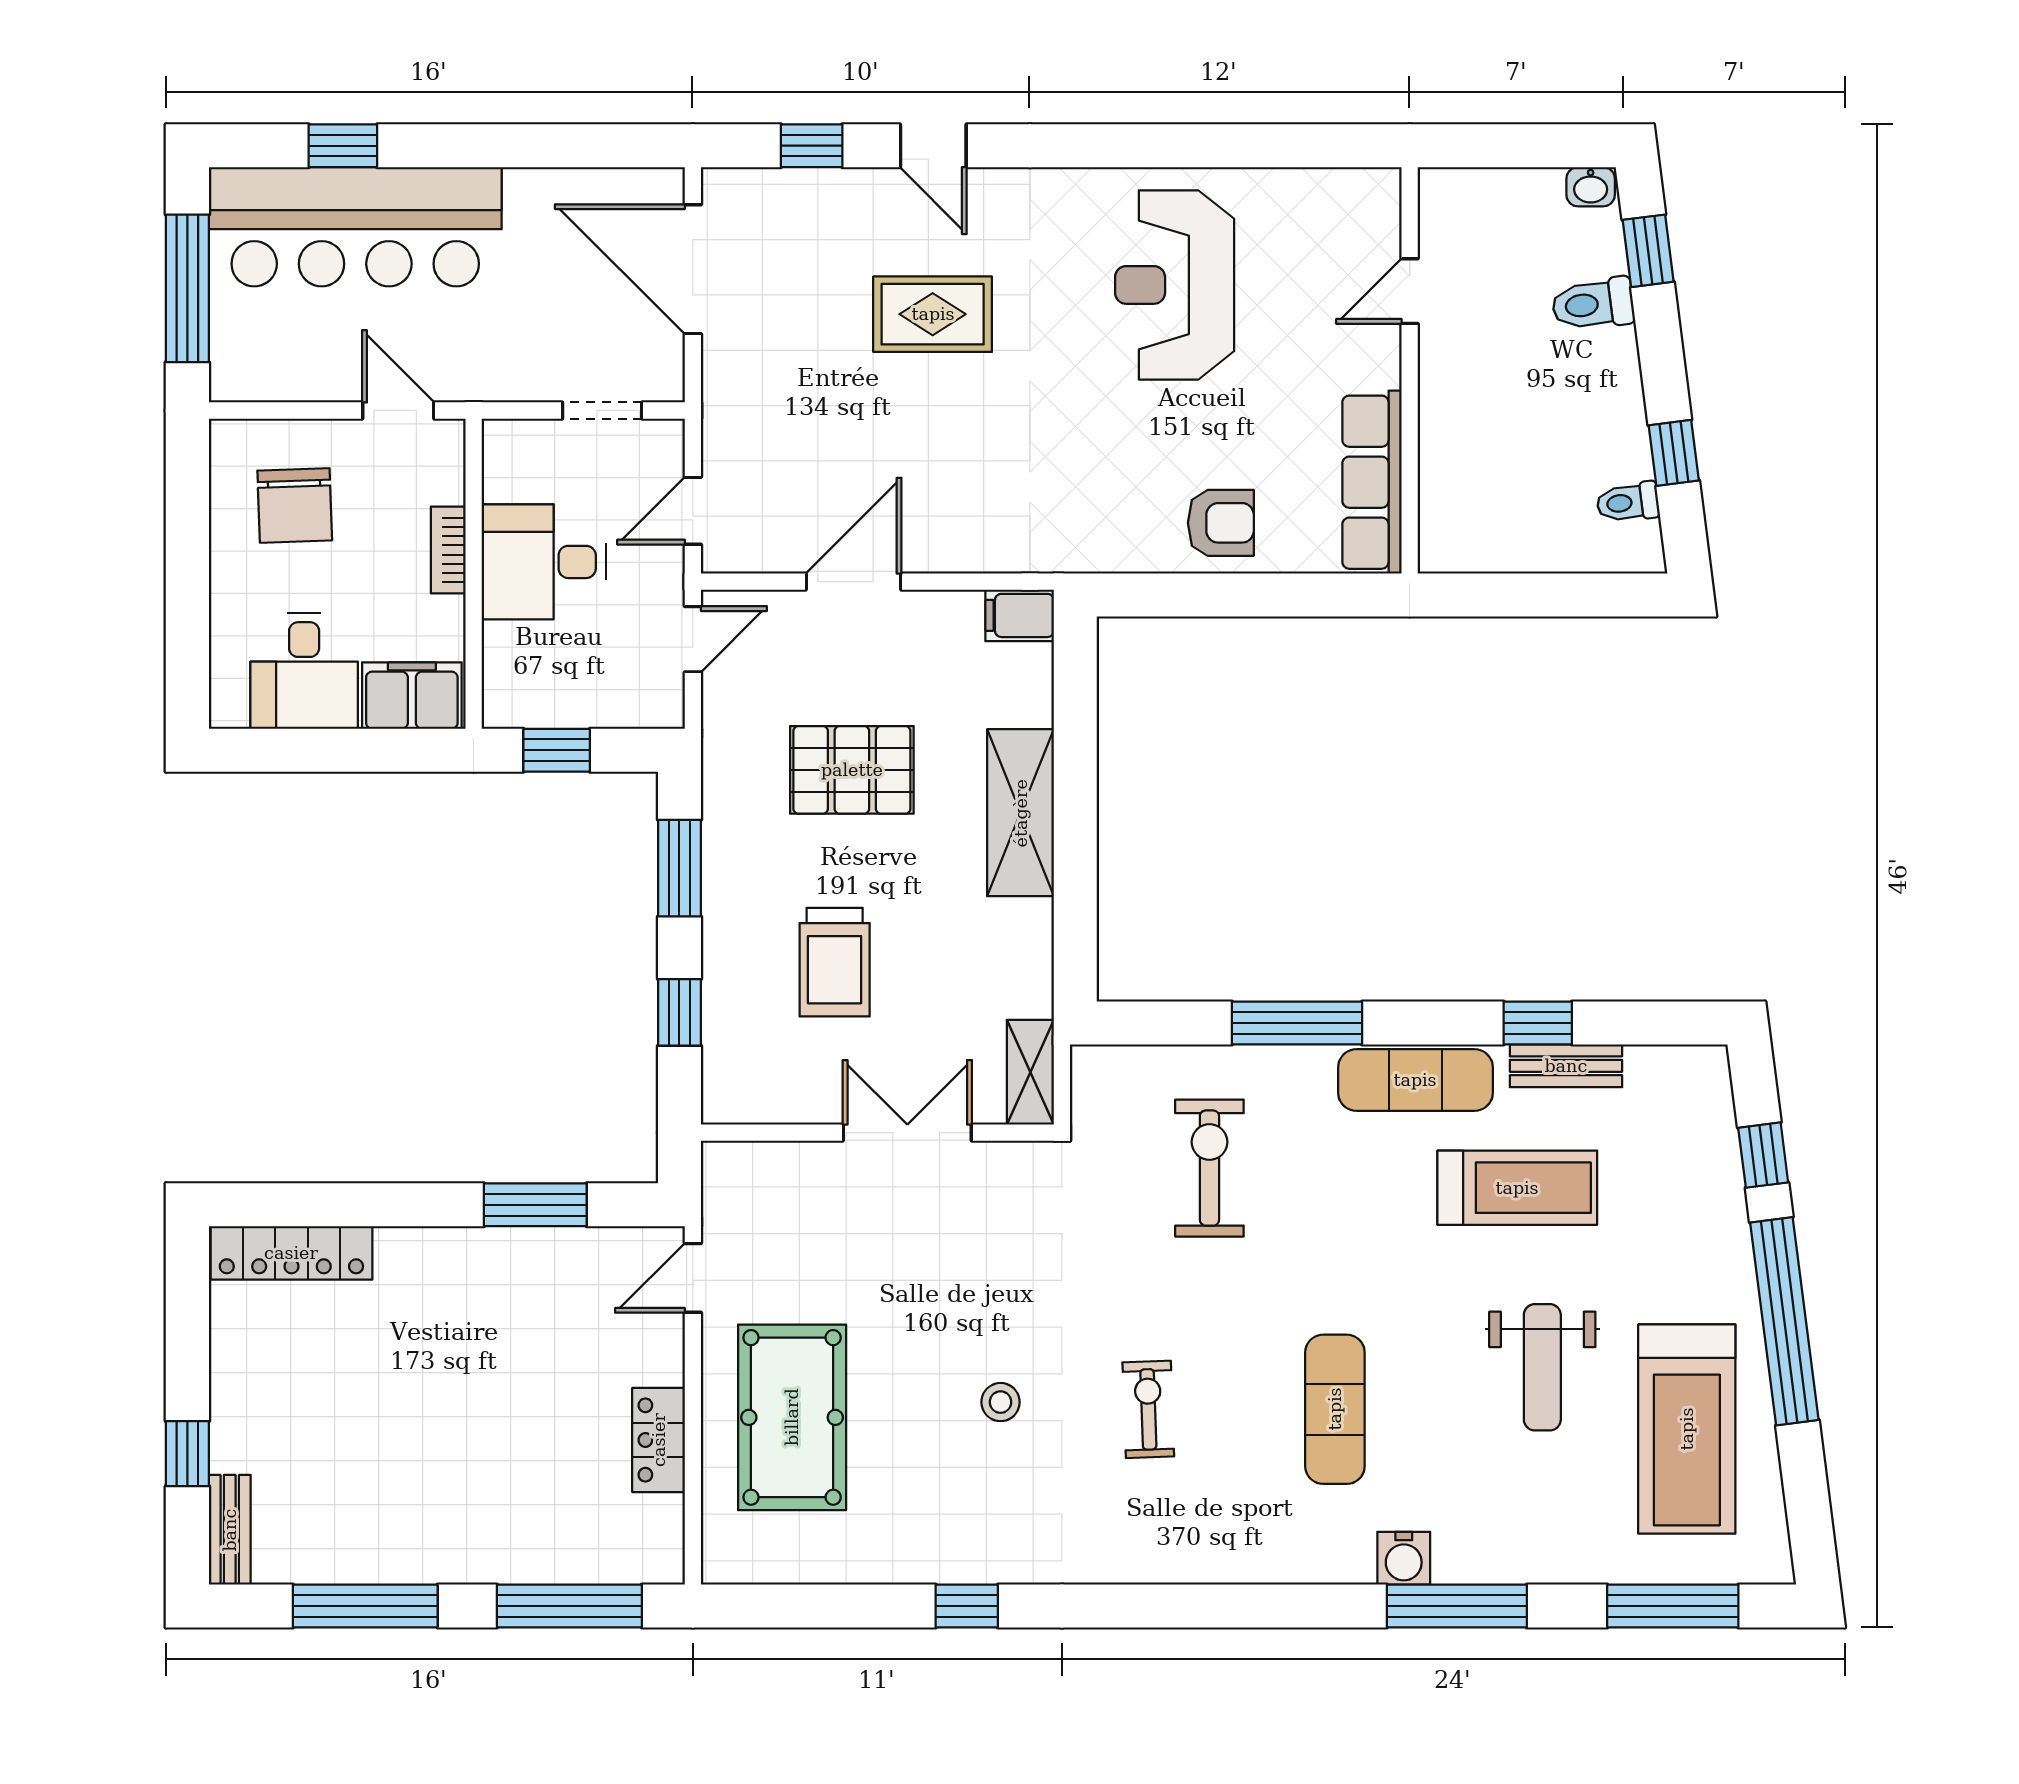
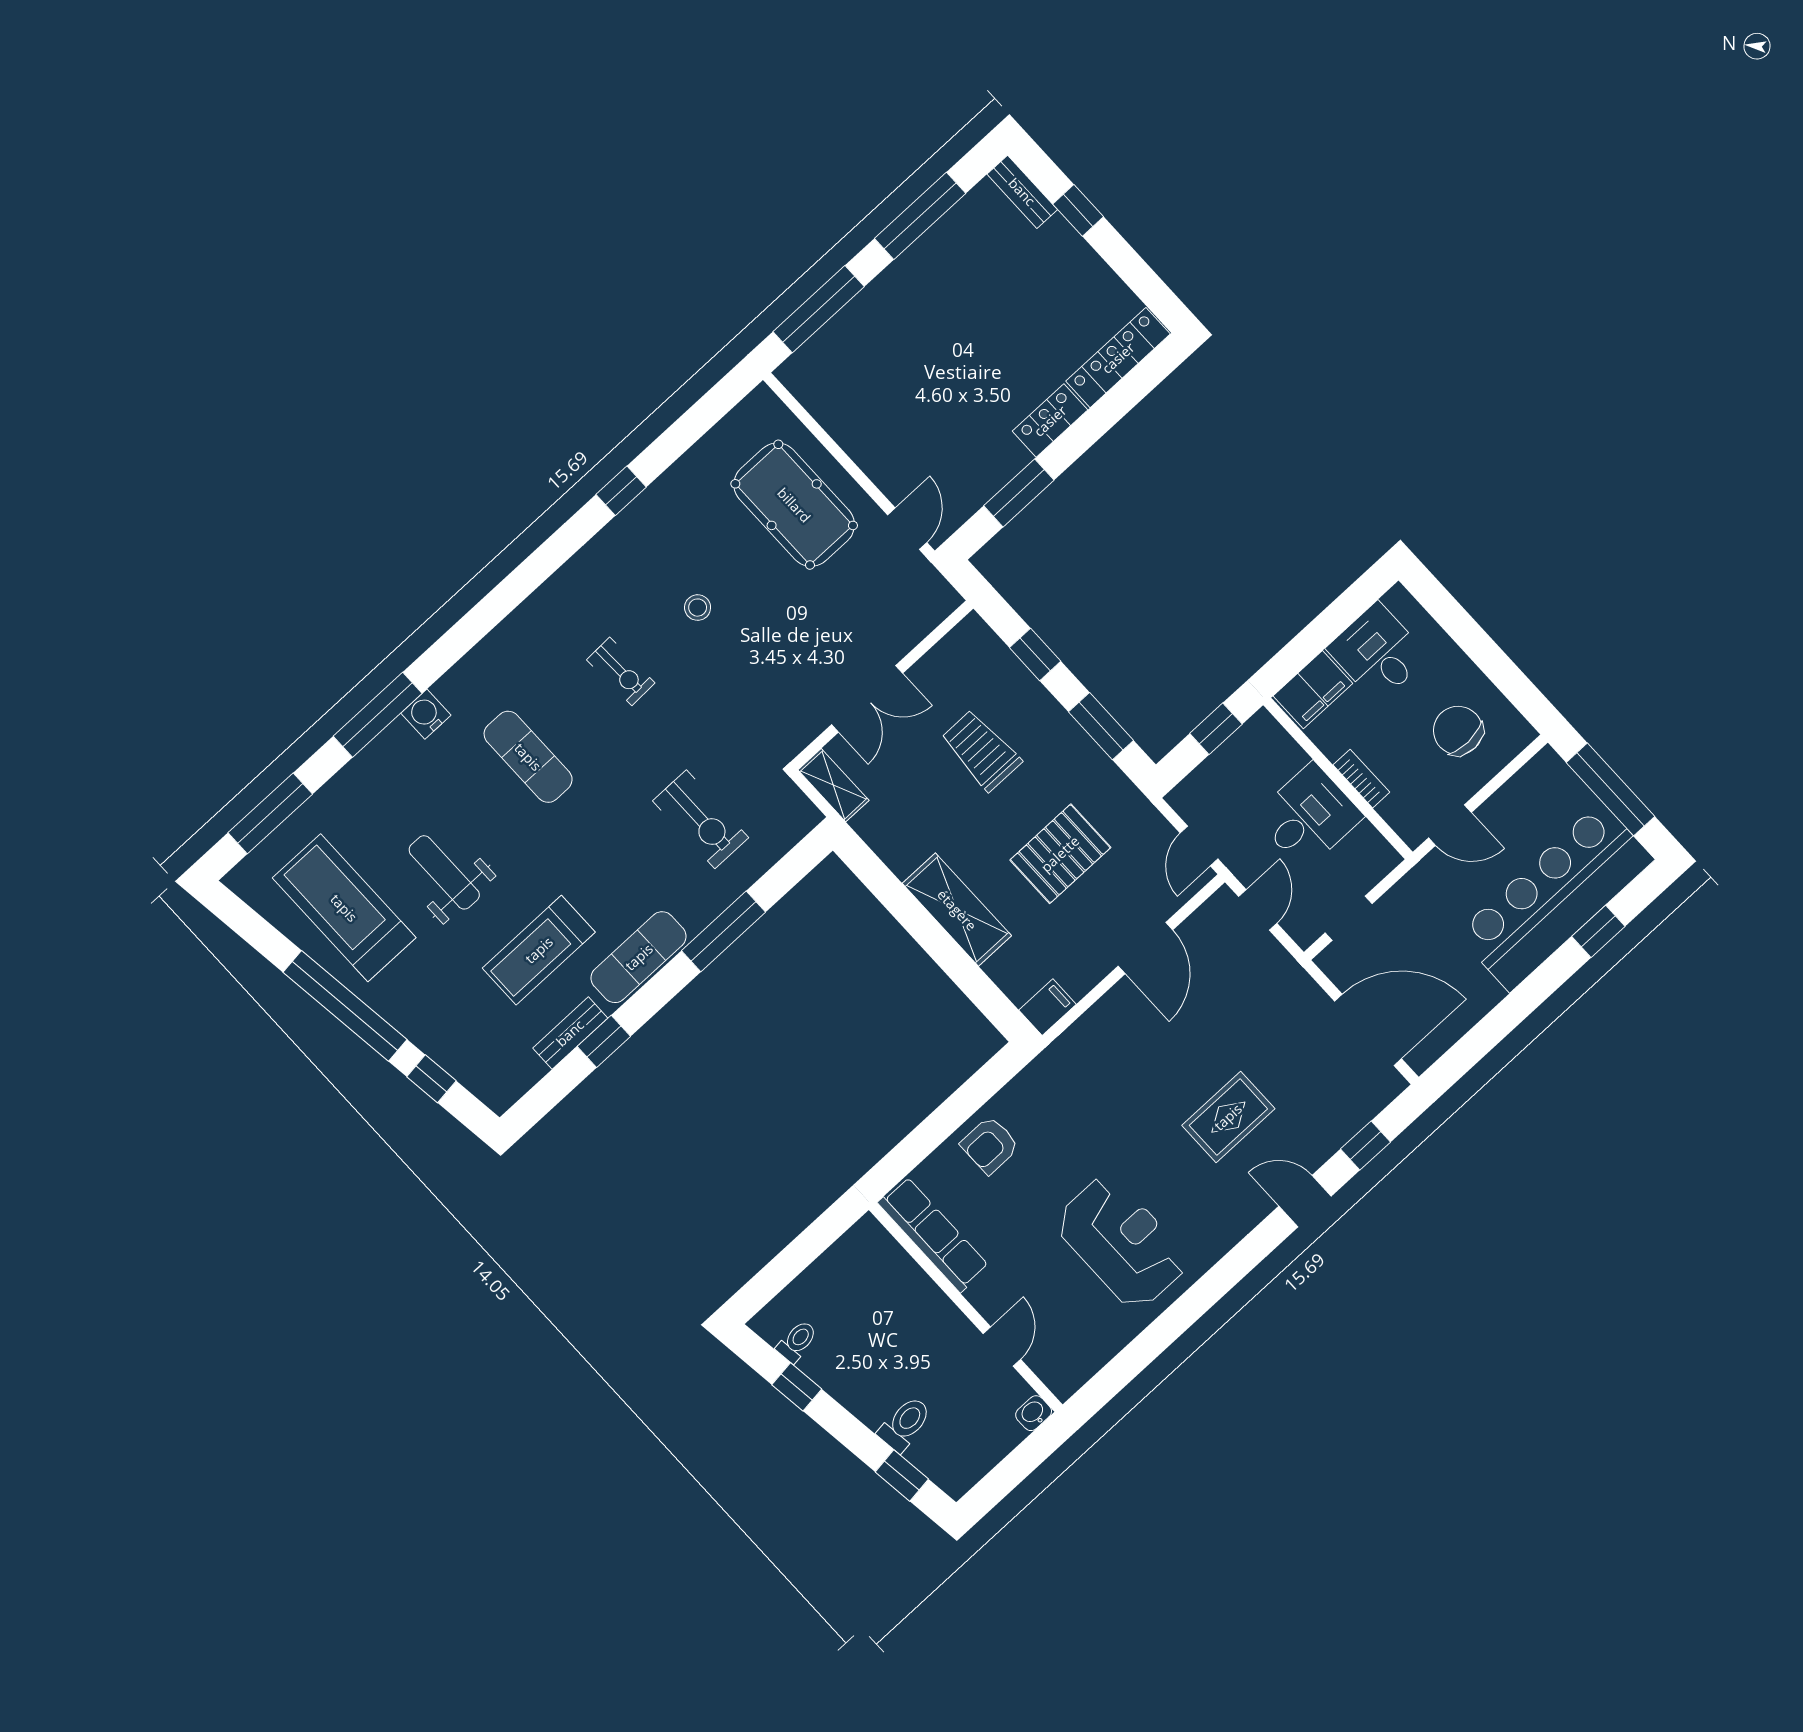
washbasin: (1591, 187) -> (1034, 1413), moved
locker: (659, 1440) -> (1050, 421), moved, turned -90

